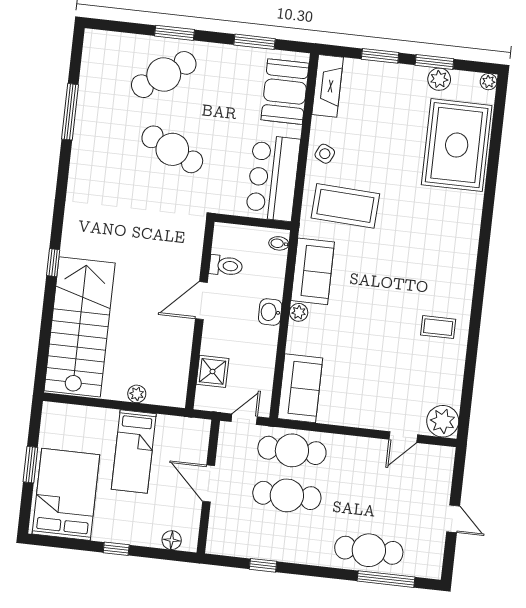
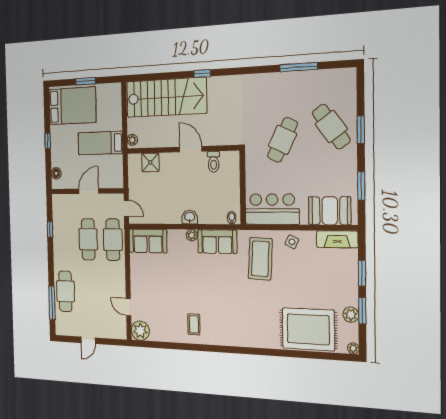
toilet: (226, 266) -> (214, 162), moved
door: (201, 301) -> (191, 149), moved
wall: (200, 315) -> (182, 149), moved
shower: (212, 371) -> (150, 162), moved

